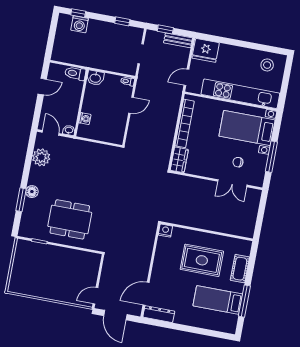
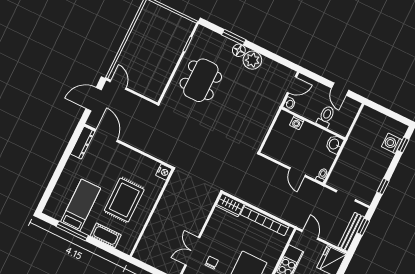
bench: (178, 40) -> (351, 232), width x1.36
toilet: (75, 73) -> (326, 117), moved
plant: (41, 157) -> (252, 60), moved

